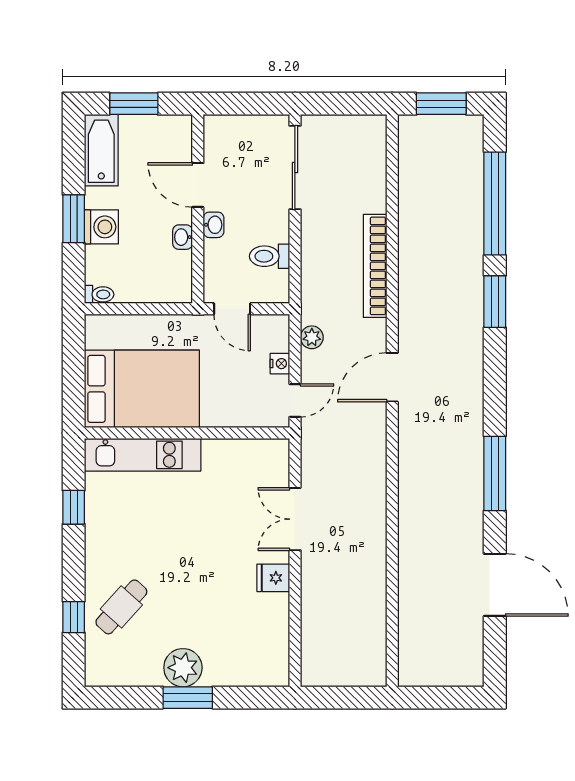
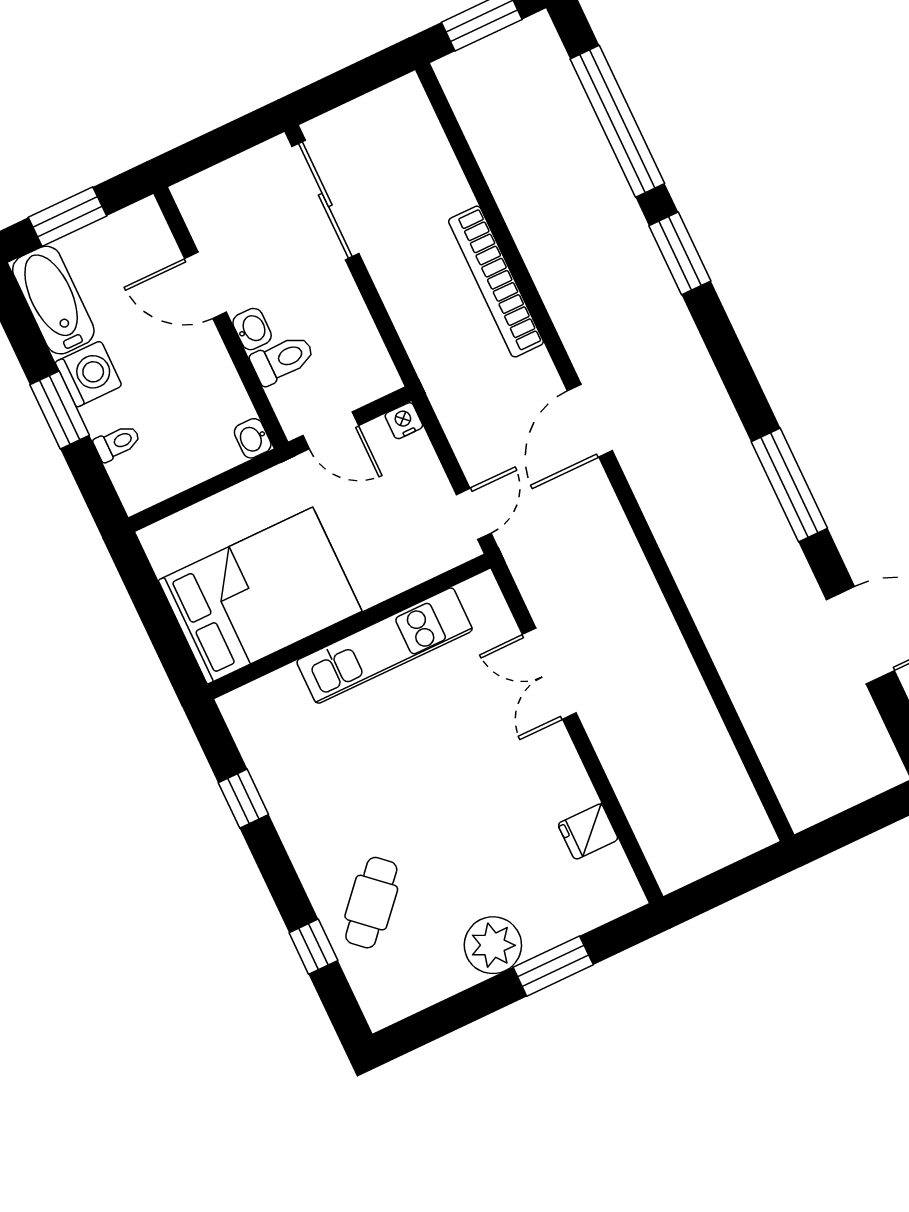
washing machine: (101, 227) -> (89, 374), moved
washbasin: (183, 237) -> (253, 438), moved
toilet: (270, 256) -> (283, 359), moved, turned 180
toilet: (99, 294) -> (117, 443), moved
plant: (312, 337) -> (456, 418), removed
nightstand: (280, 364) -> (404, 421), moved, turned -90
kitchen unit: (143, 455) -> (385, 646), moved
fridge: (273, 578) -> (588, 832), moved
window: (188, 698) -> (553, 966), moved

